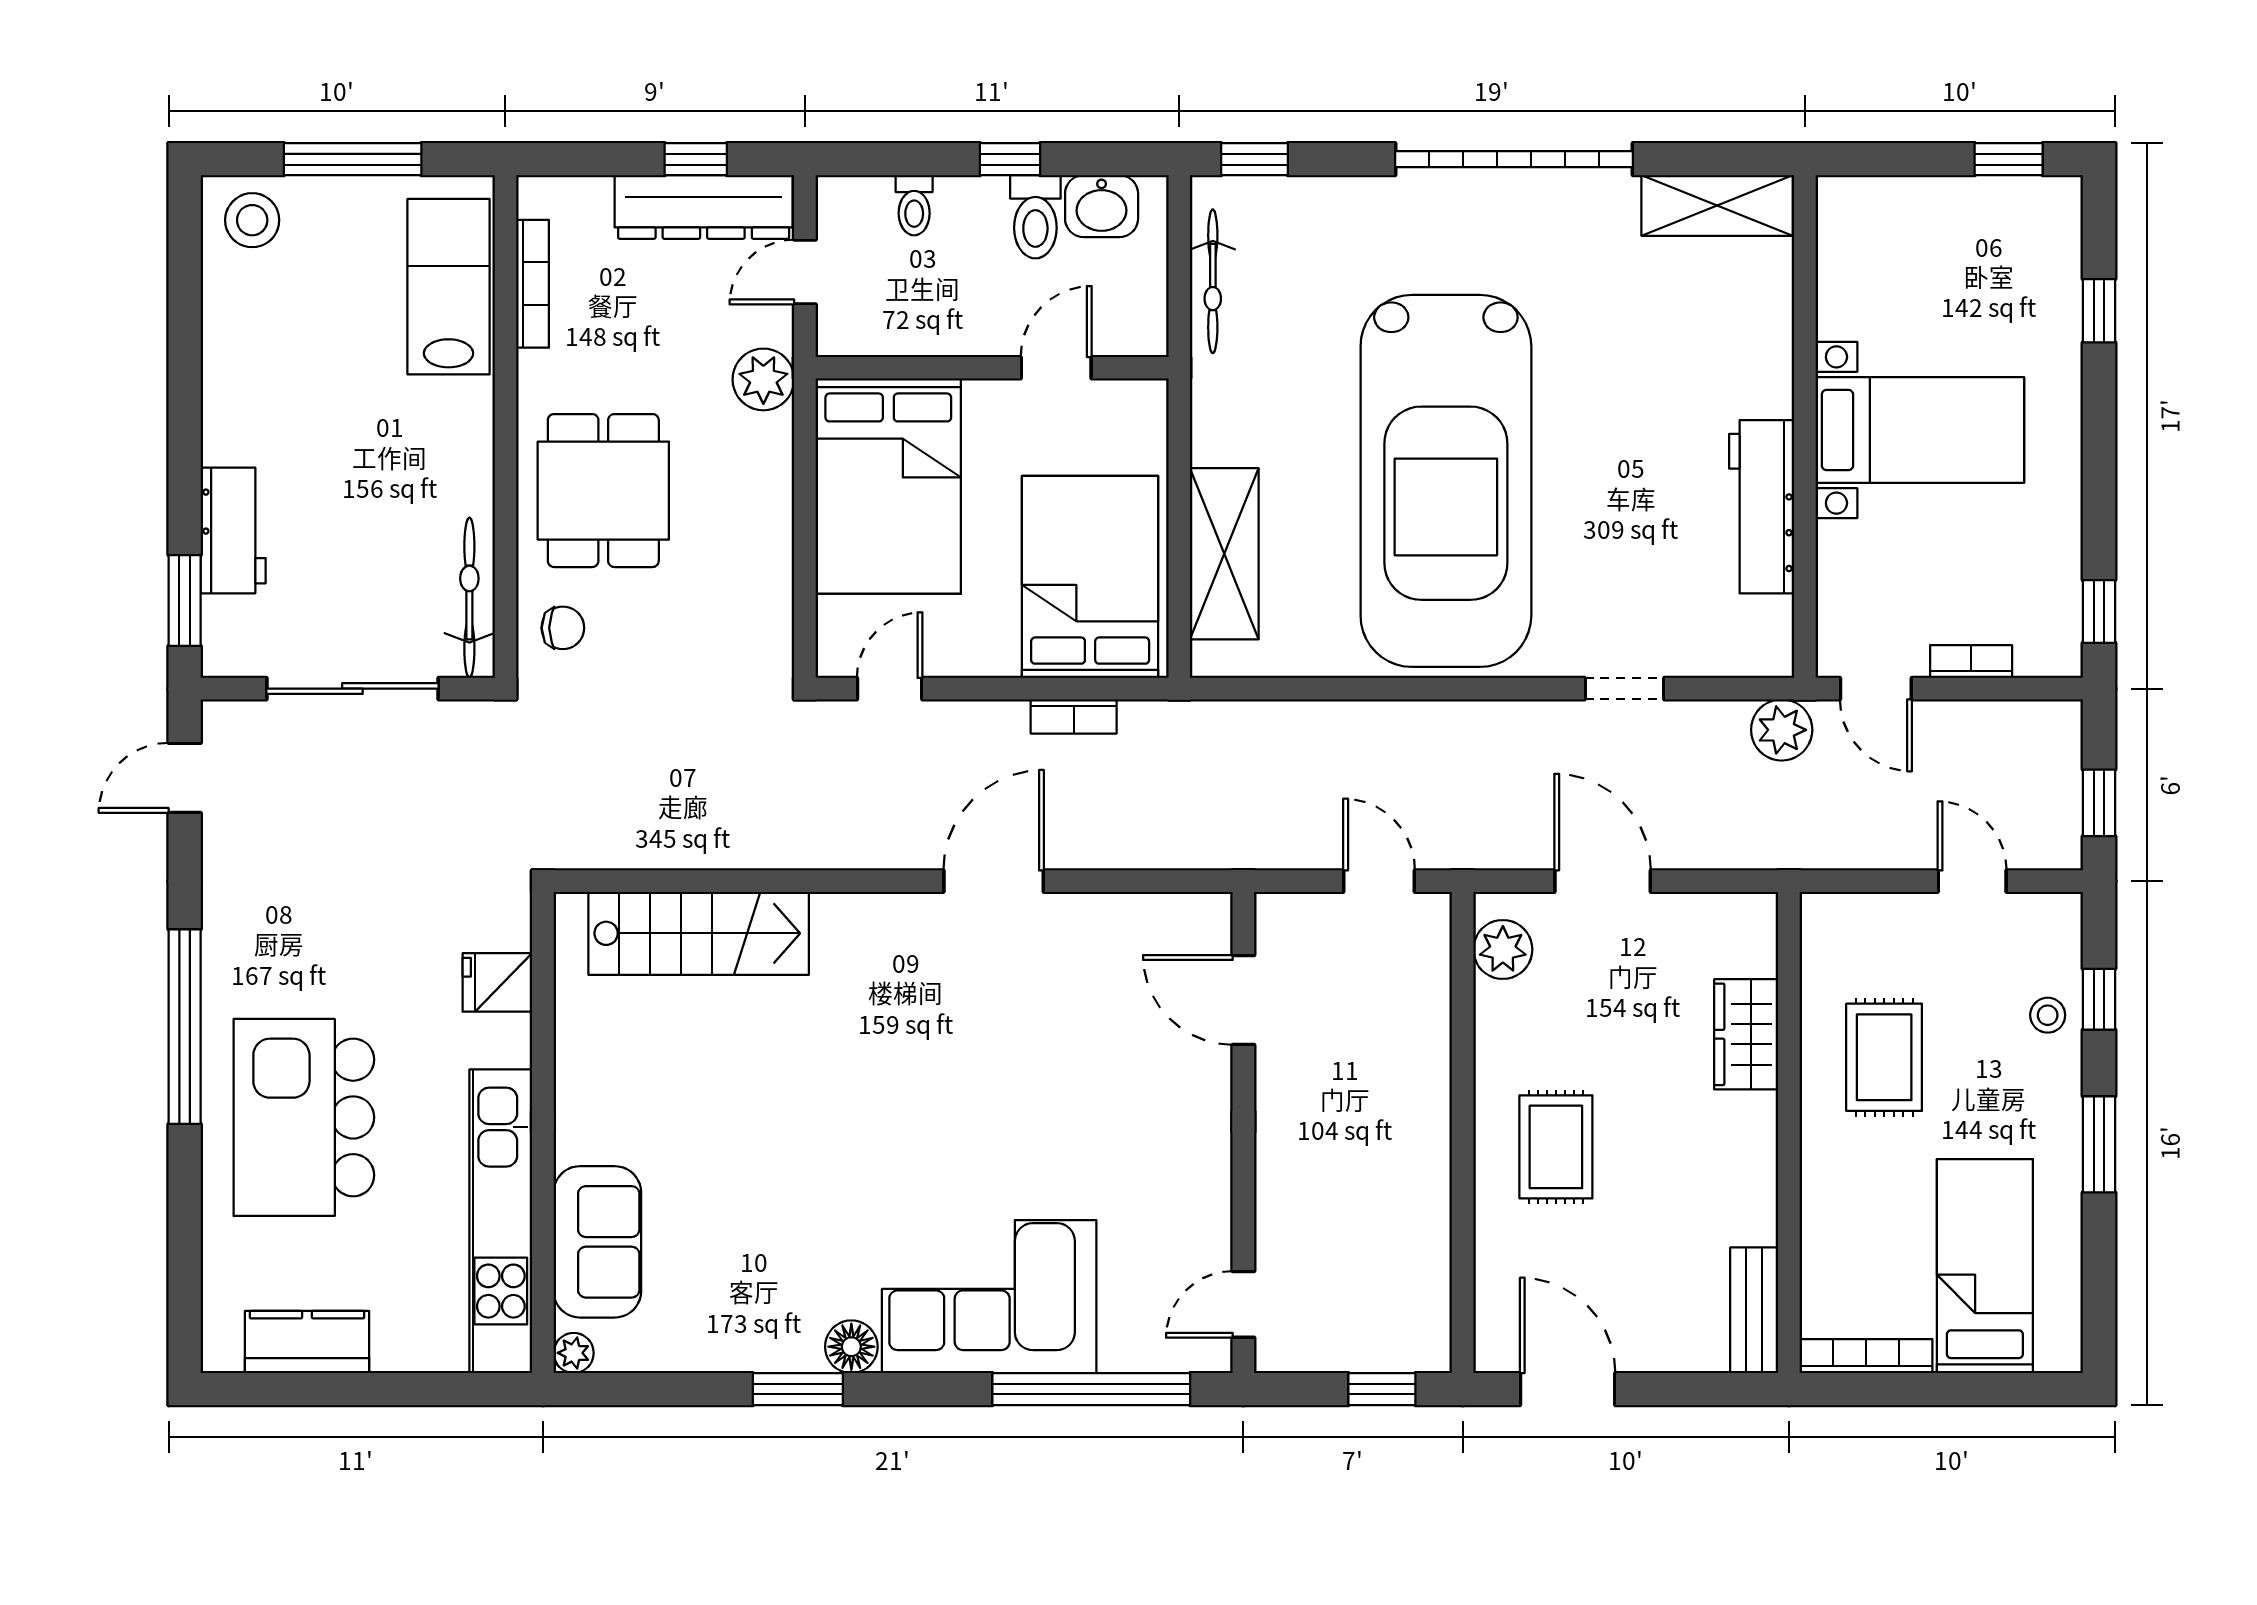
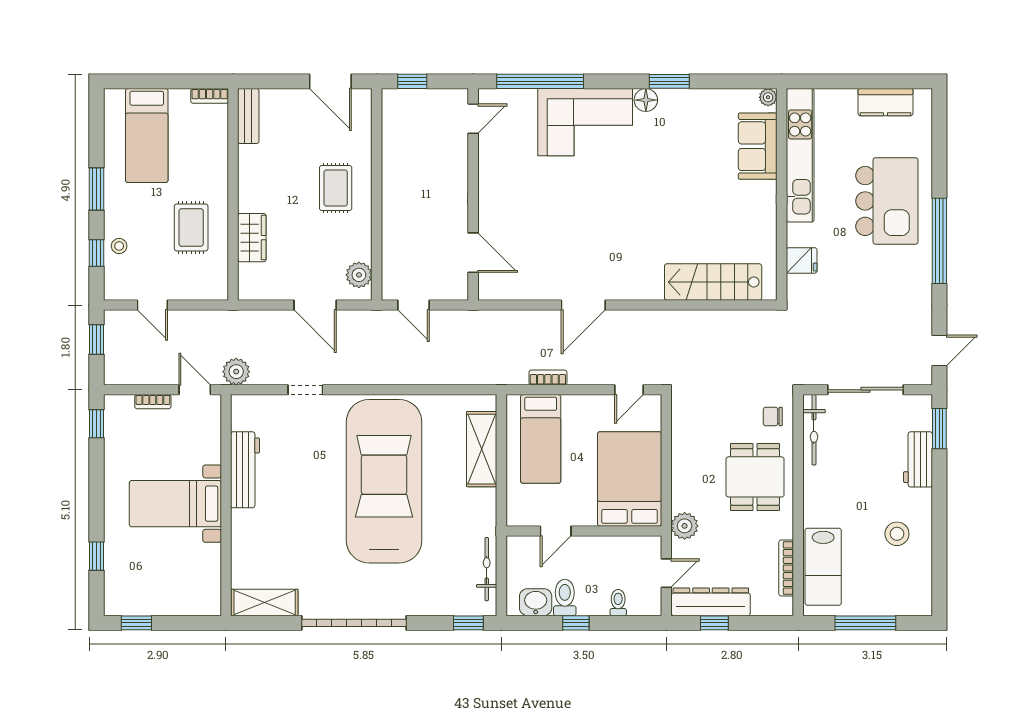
stool: (252, 220) -> (897, 534), moved
bed: (1090, 577) -> (541, 439), width x0.67
bookcase: (1866, 1356) -> (210, 96), width x0.64

